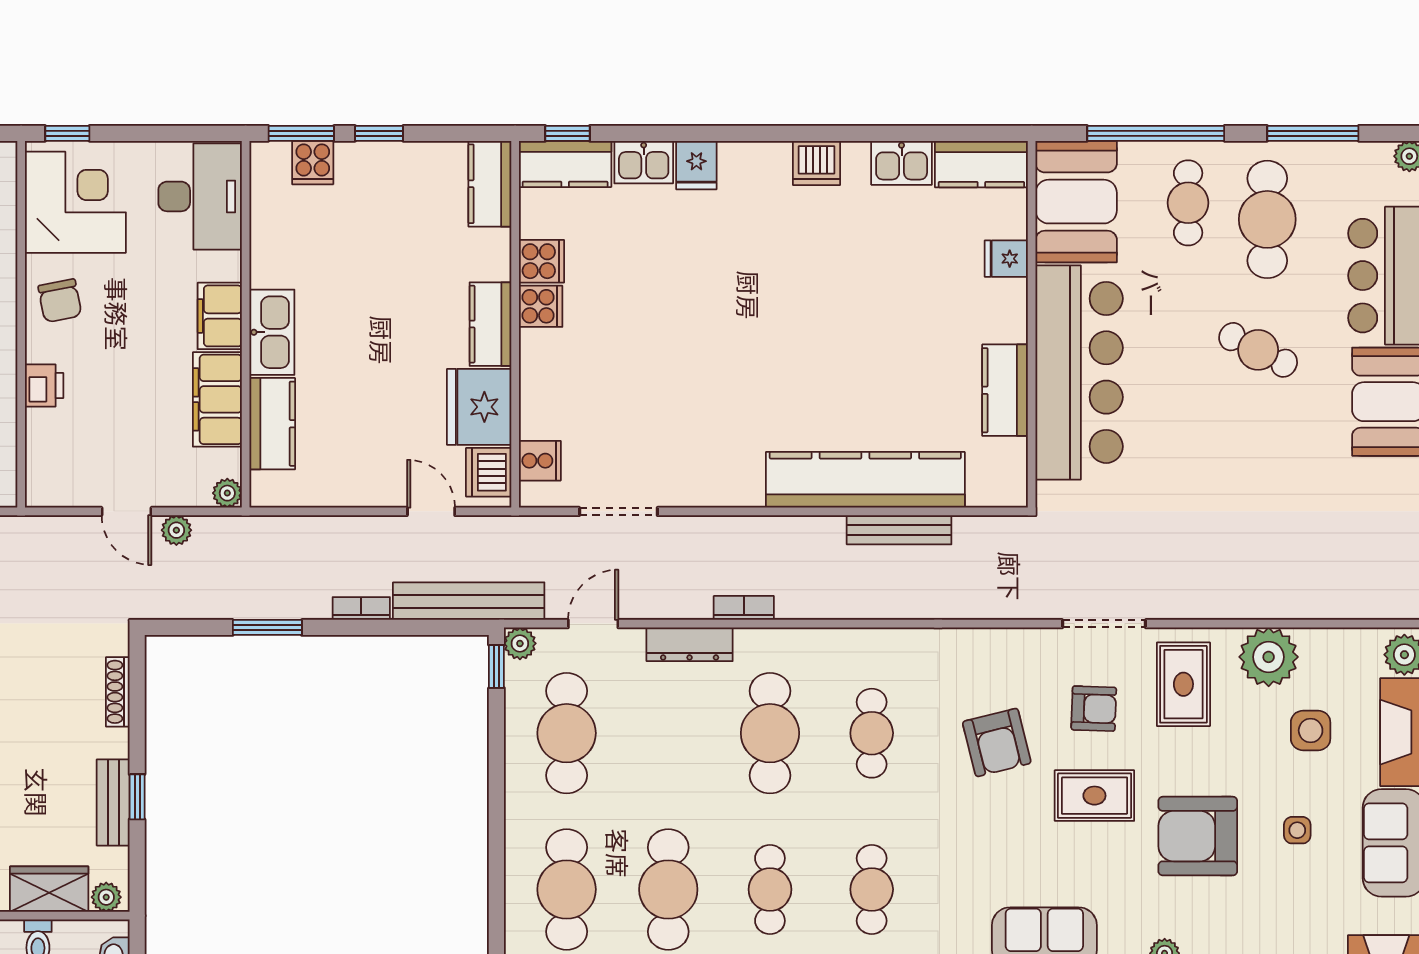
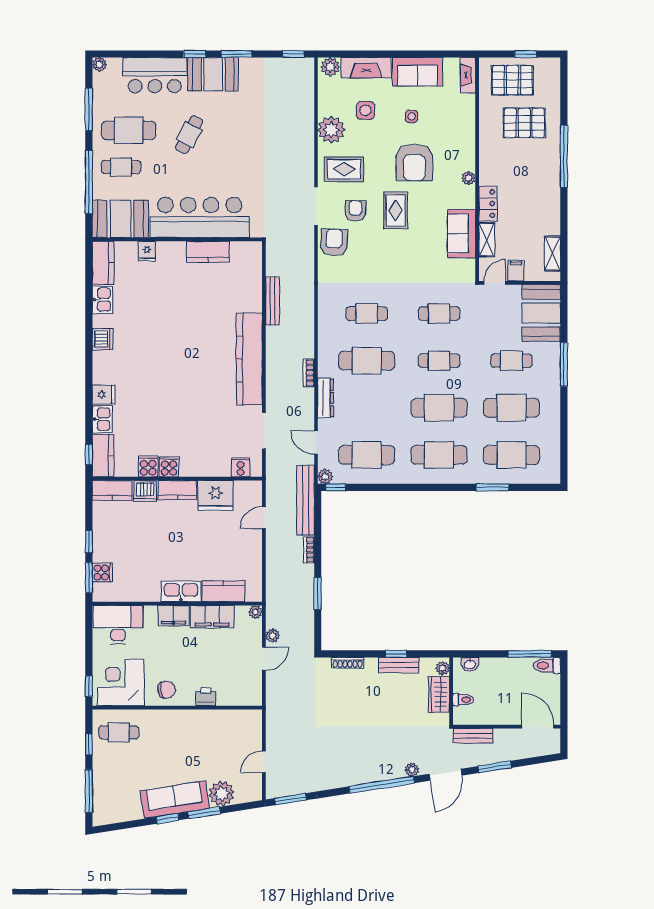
dishwasher: (489, 472) -> (145, 491), moved
kitchen counter: (865, 480) -> (249, 359), moved
armchair: (997, 742) -> (334, 242), moved, turned -73

